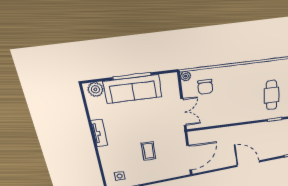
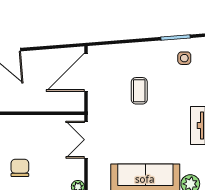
chair: (205, 87) -> (20, 168), moved

